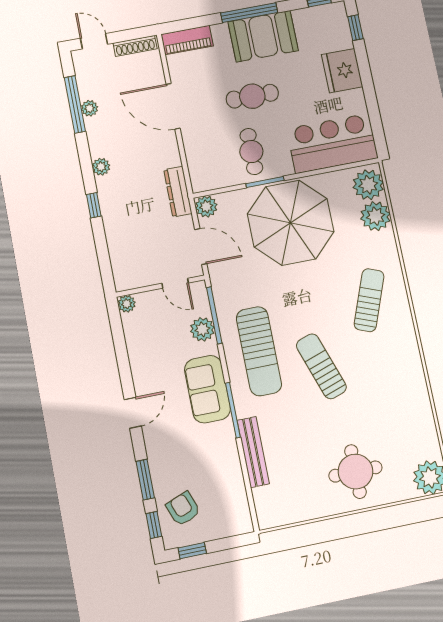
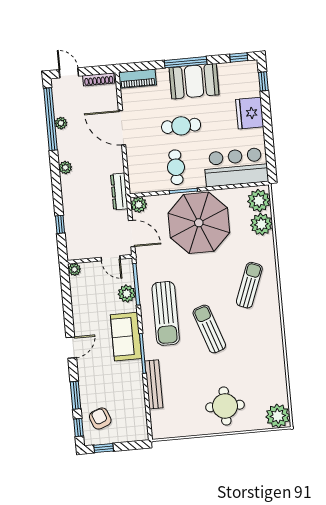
window: (75, 104) -> (50, 119), width x1.46
window: (94, 205) -> (60, 224), moved

